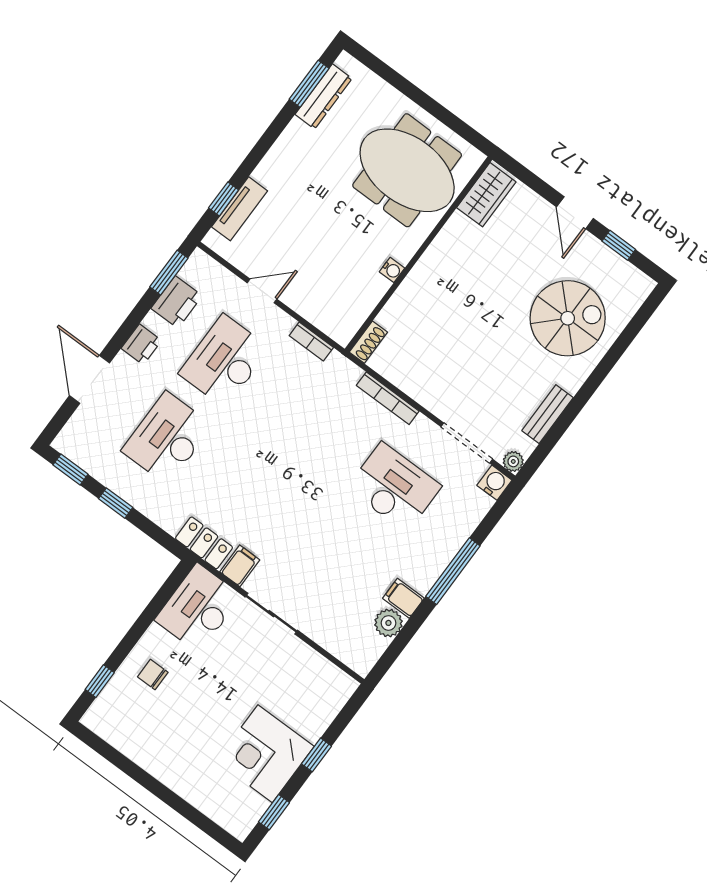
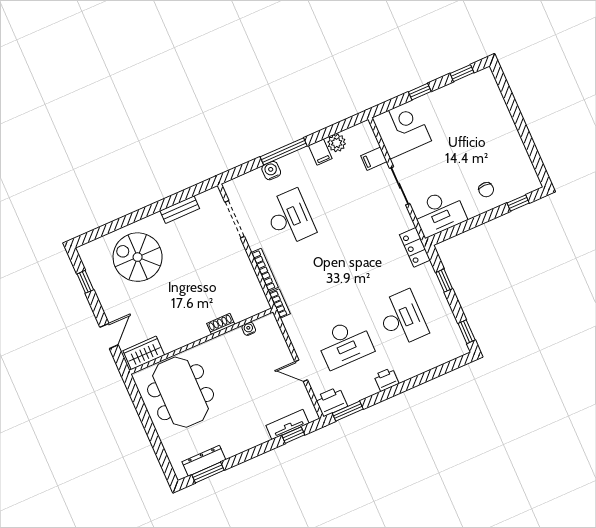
door: (575, 213) -> (109, 336), moved
water cooler: (392, 270) -> (249, 329), moved
printer: (177, 302) -> (331, 402), moved
bookcase: (311, 342) -> (280, 303), moved
shoe rack: (368, 342) -> (221, 324), moved
door: (90, 379) -> (427, 376), removed
desk: (167, 438) -> (402, 318), turned -90
plant: (513, 461) -> (214, 194), removed
water cooler: (494, 483) -> (271, 171), moved, turned 90
desk: (394, 487) -> (290, 218), turned 180
window: (116, 503) -> (444, 281), moved
filing cabinet: (240, 566) -> (374, 159), moved
corner desk: (265, 754) -> (402, 129), moved, turned -90

